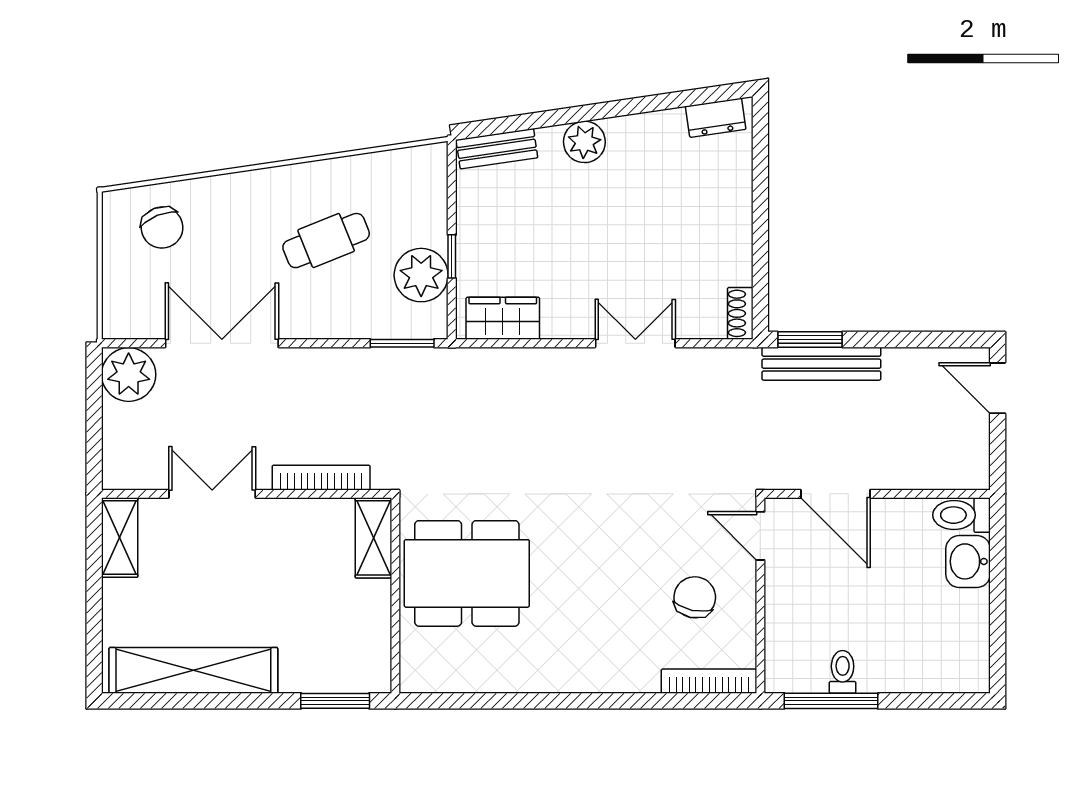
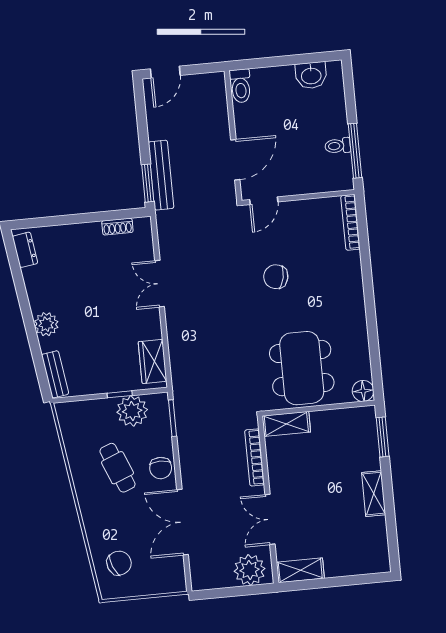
shoe rack: (740, 313) -> (117, 227), moved
chair: (318, 315) -> (161, 468), added
plant: (129, 375) -> (250, 570), moved
washbasin: (968, 561) -> (311, 75), moved
chair: (695, 597) -> (276, 277), moved
shelving: (193, 670) -> (374, 494), width x0.45, depth x0.75
floor lamp: (417, 675) -> (363, 391), added

